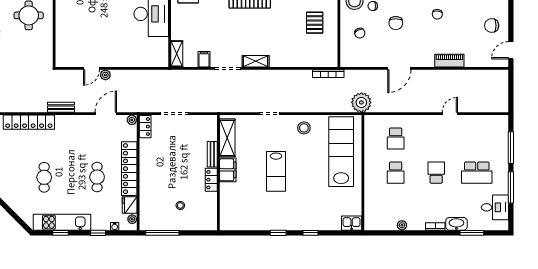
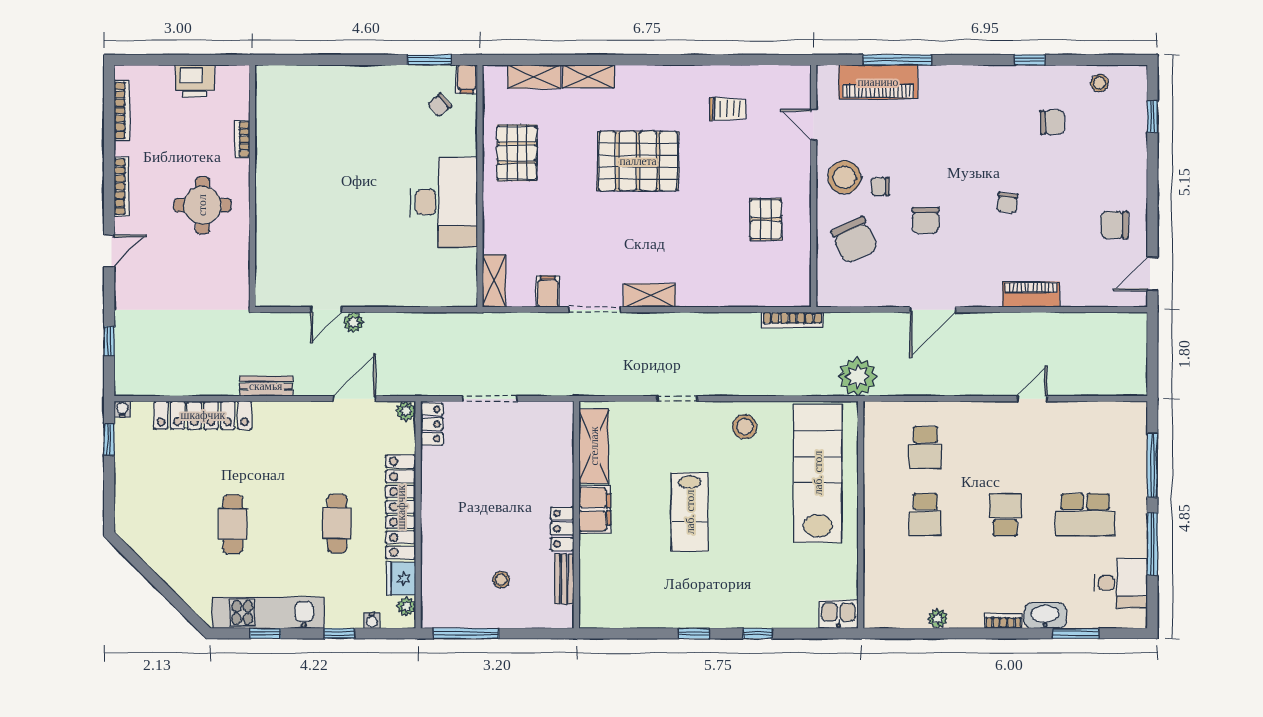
chair: (360, 33) -> (855, 240), width x1.87, depth x1.87
bench: (212, 154) -> (564, 579), moved

